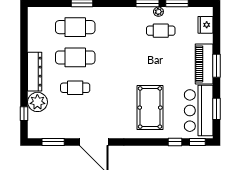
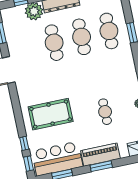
cafe table: (161, 31) -> (105, 112), moved
cafe table: (75, 88) -> (54, 43), width x1.37, depth x1.35

